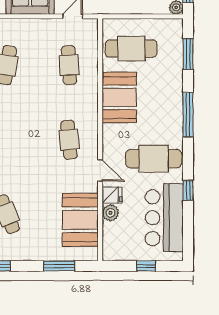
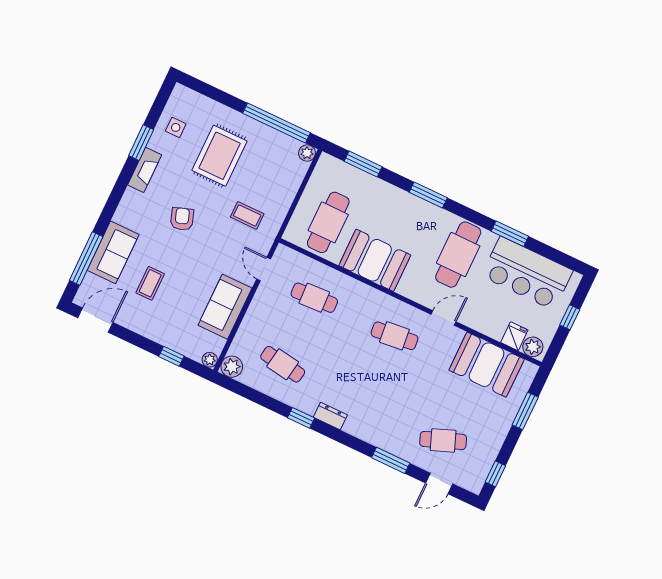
window: (188, 115) -> (428, 195), width x0.69
window: (188, 190) -> (510, 234), width x1.50
fridge: (112, 195) -> (514, 336), moved
plant: (111, 213) -> (533, 347), moved

